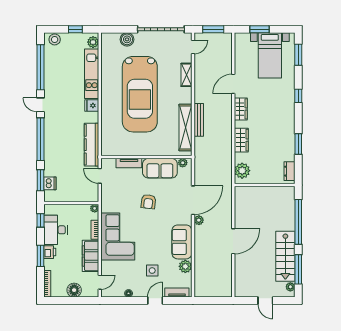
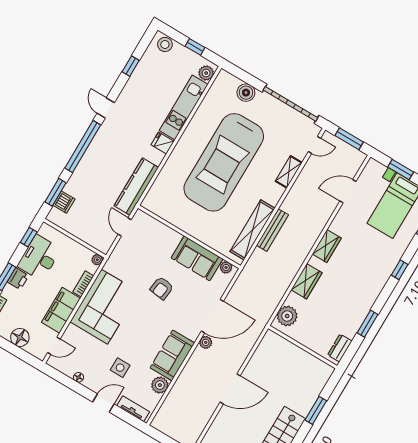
window: (40, 67) -> (131, 66), width x0.32
door: (233, 84) -> (348, 191), moved
tv unit: (129, 163) -> (166, 232), removed
window: (298, 222) -> (316, 410), width x0.47

